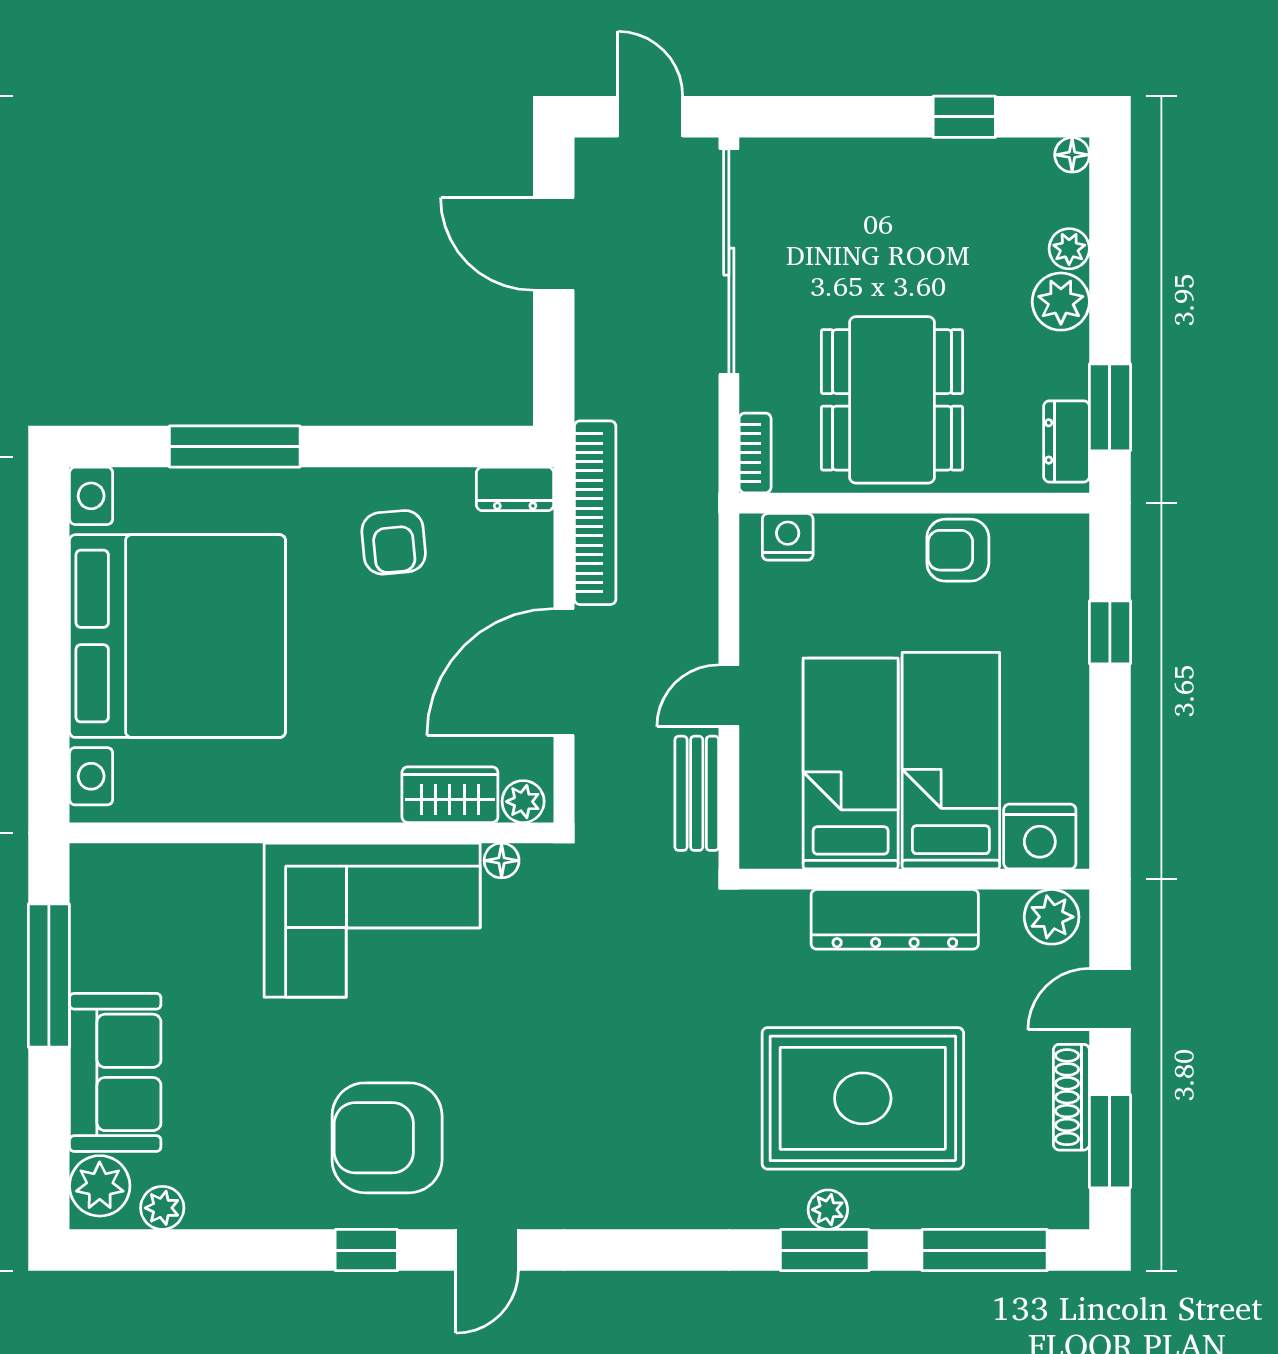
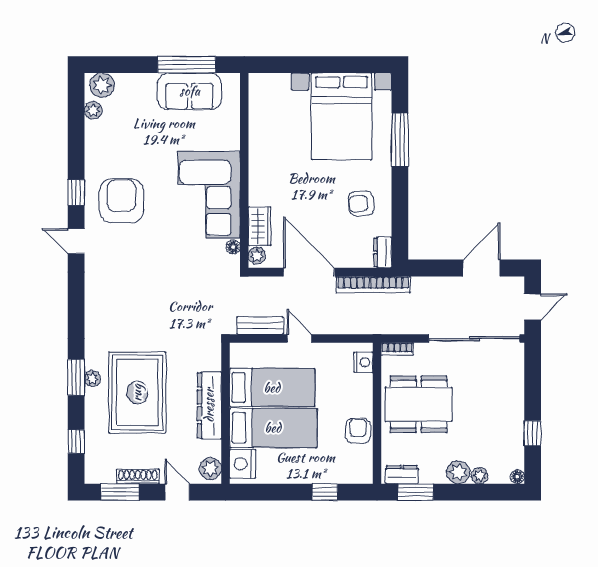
bed with nightstands: (177, 636) -> (342, 116), width x0.73
sofa: (115, 1072) -> (190, 91), moved
window: (985, 1250) -> (76, 442), width x0.46

